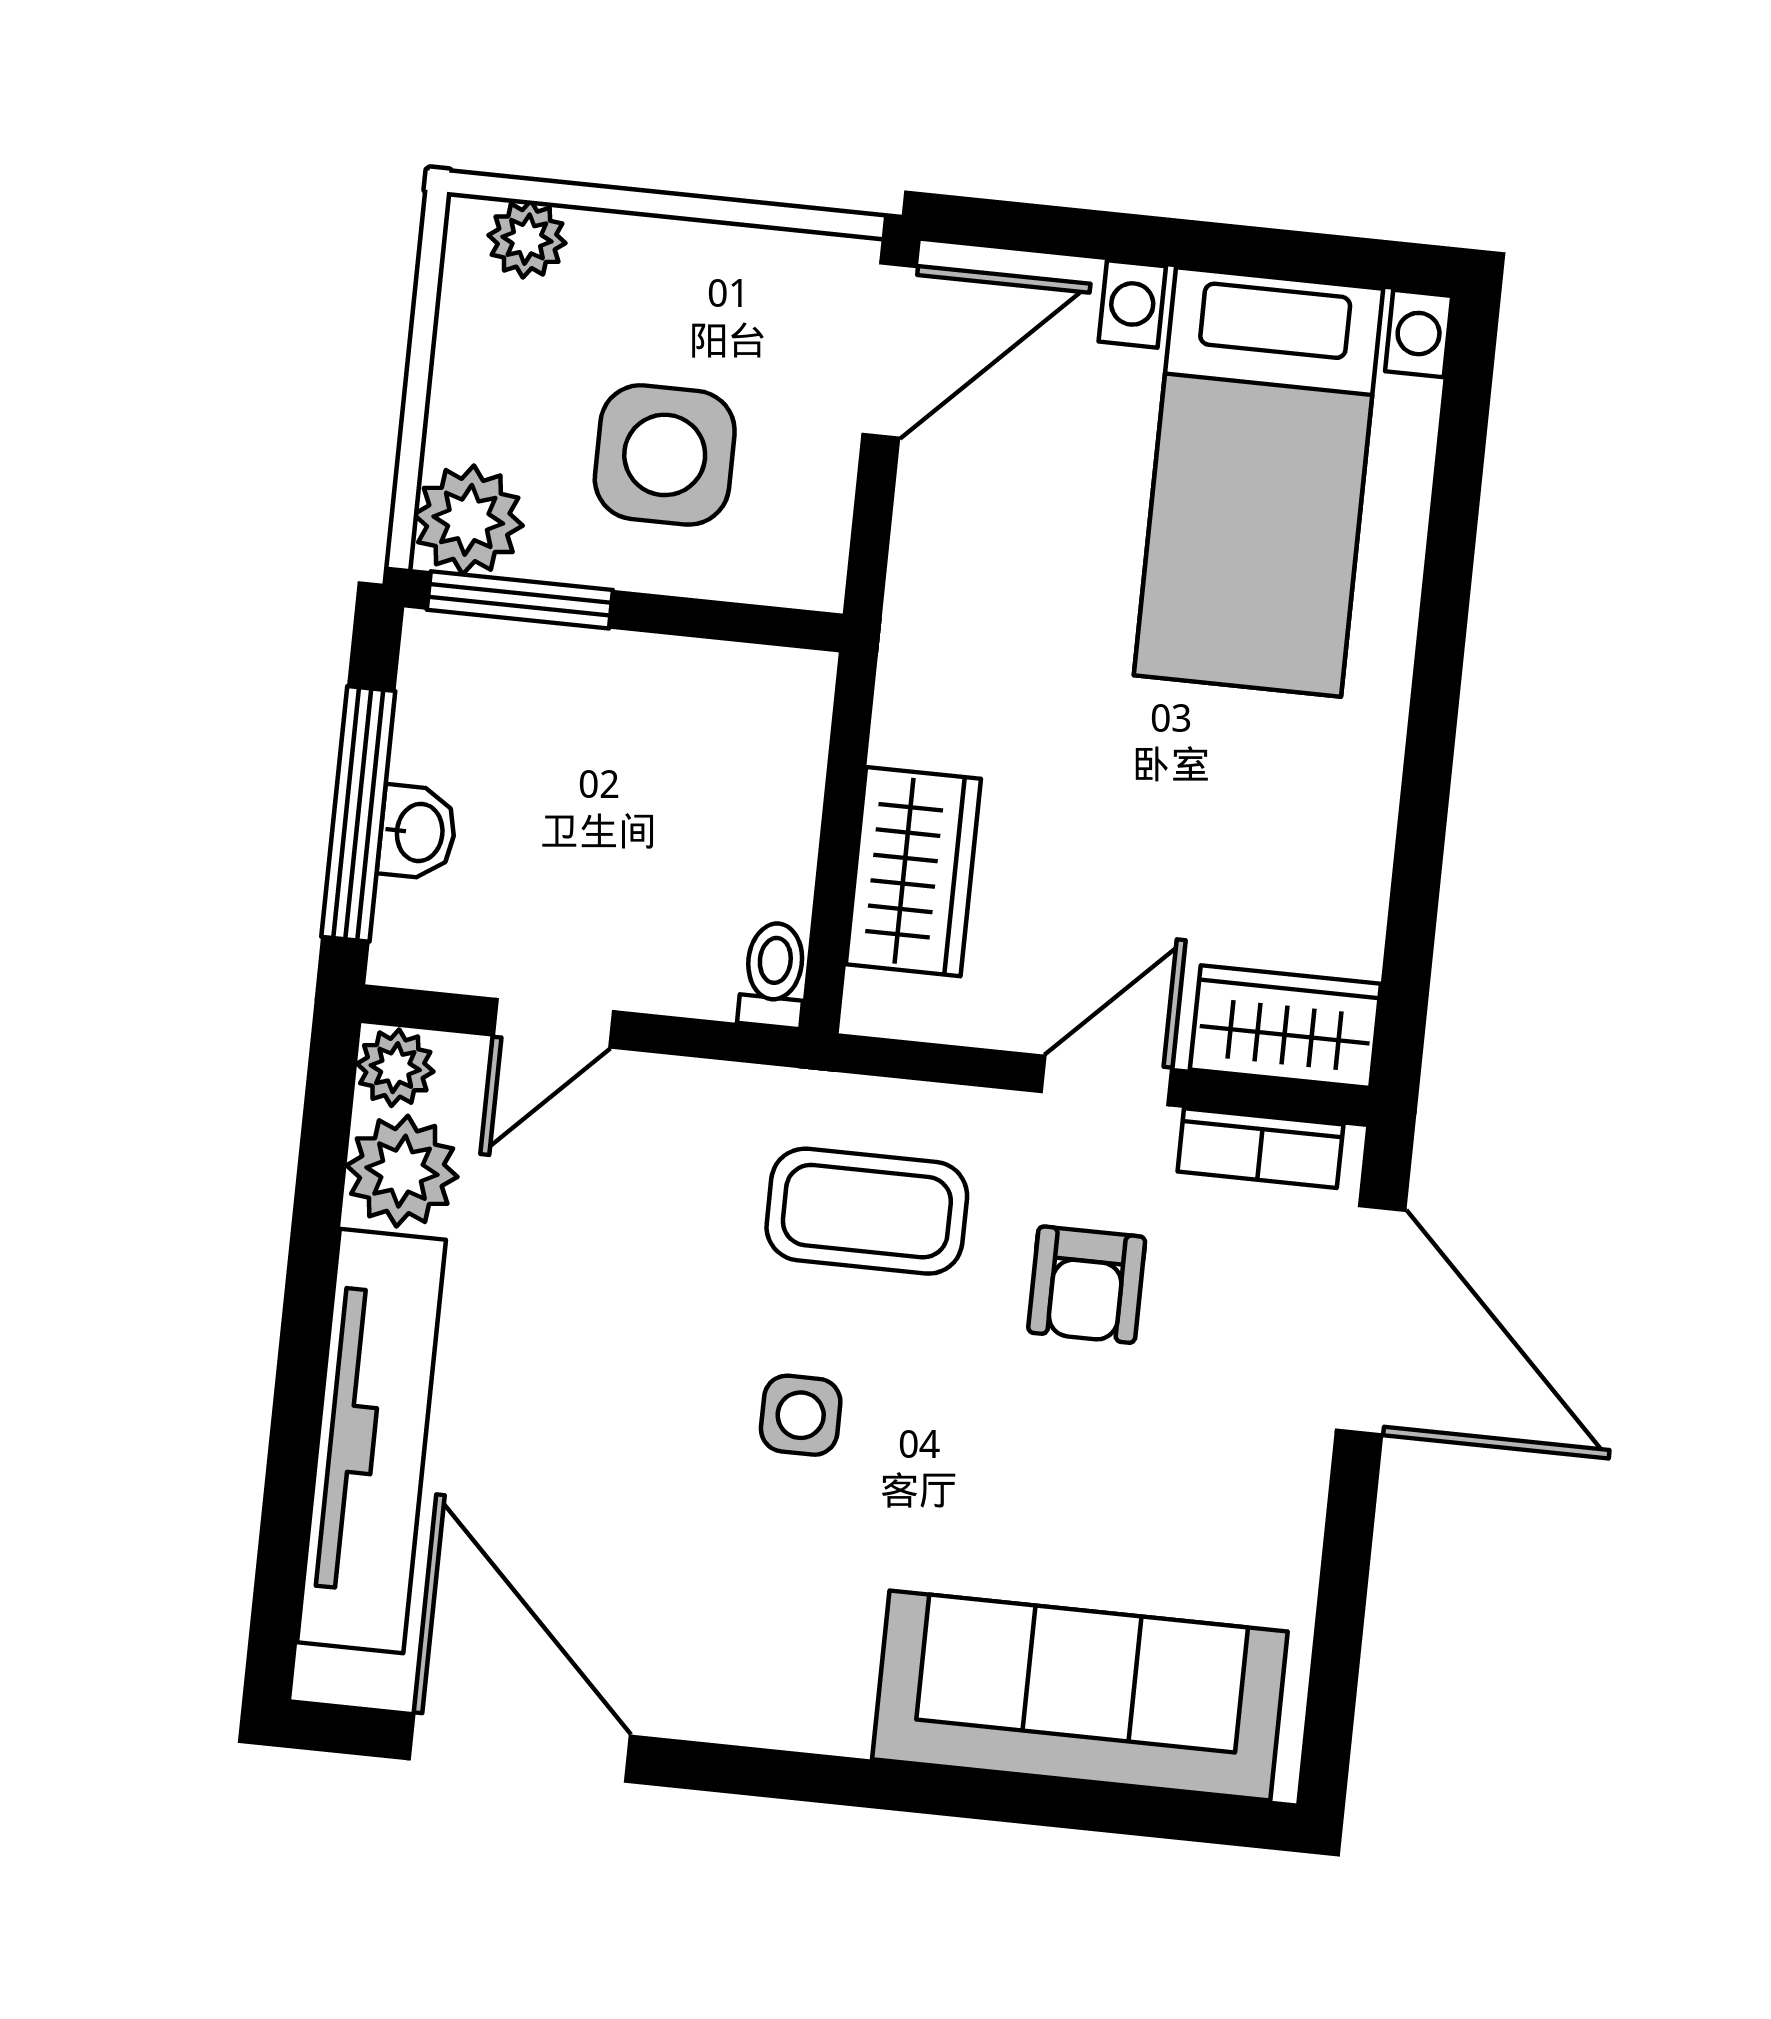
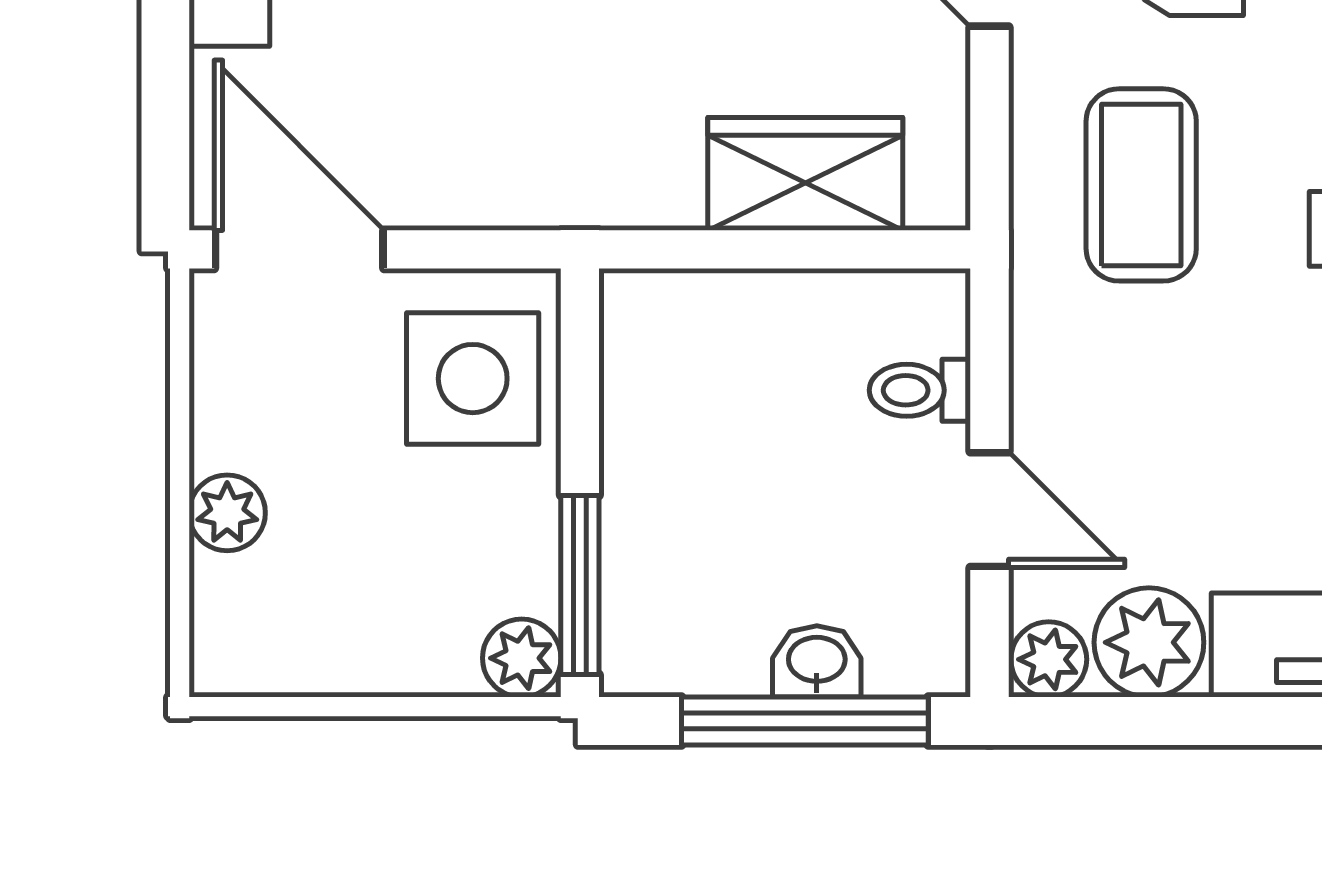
plant: (527, 239) -> (227, 513), moved
side table: (665, 455) -> (473, 379), moved
plant: (468, 520) -> (522, 658), width x0.73, depth x0.73
toilet: (774, 975) -> (920, 390), moved

